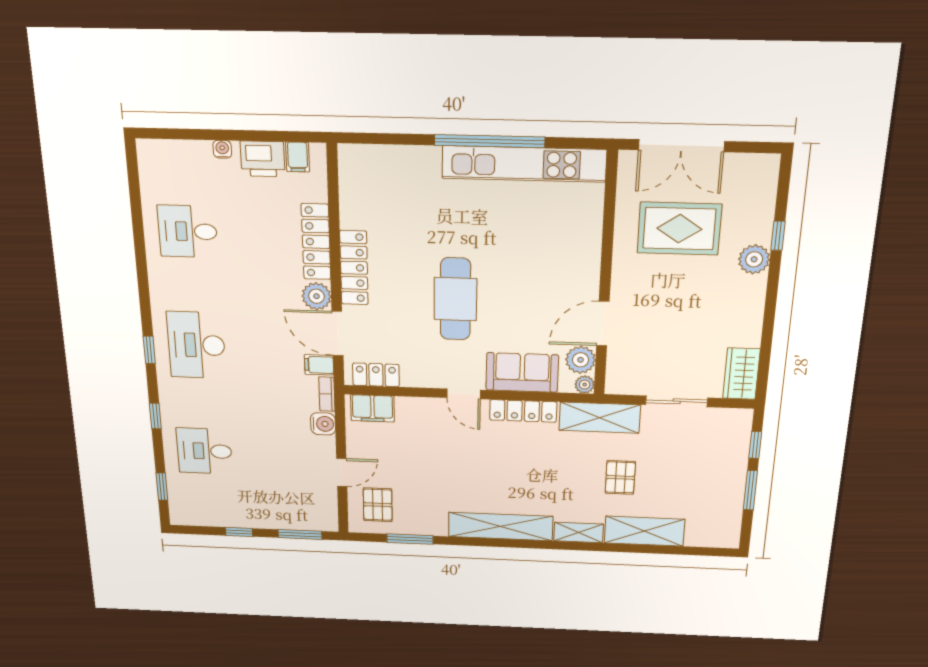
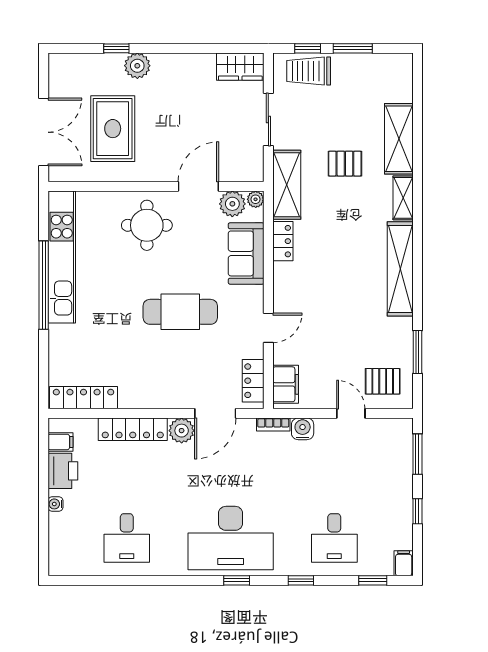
round table: (559, 265) -> (147, 225), added
locker: (354, 268) -> (84, 398), moved
door: (603, 324) -> (198, 186), swing flipped
desk: (196, 345) -> (231, 538), width x1.36, depth x1.30
filing cabinet: (319, 365) -> (404, 563), moved, turned 180
door: (464, 394) -> (268, 328), moved
locker: (523, 411) -> (283, 241), width x0.66
trolley: (729, 445) -> (309, 71), added

